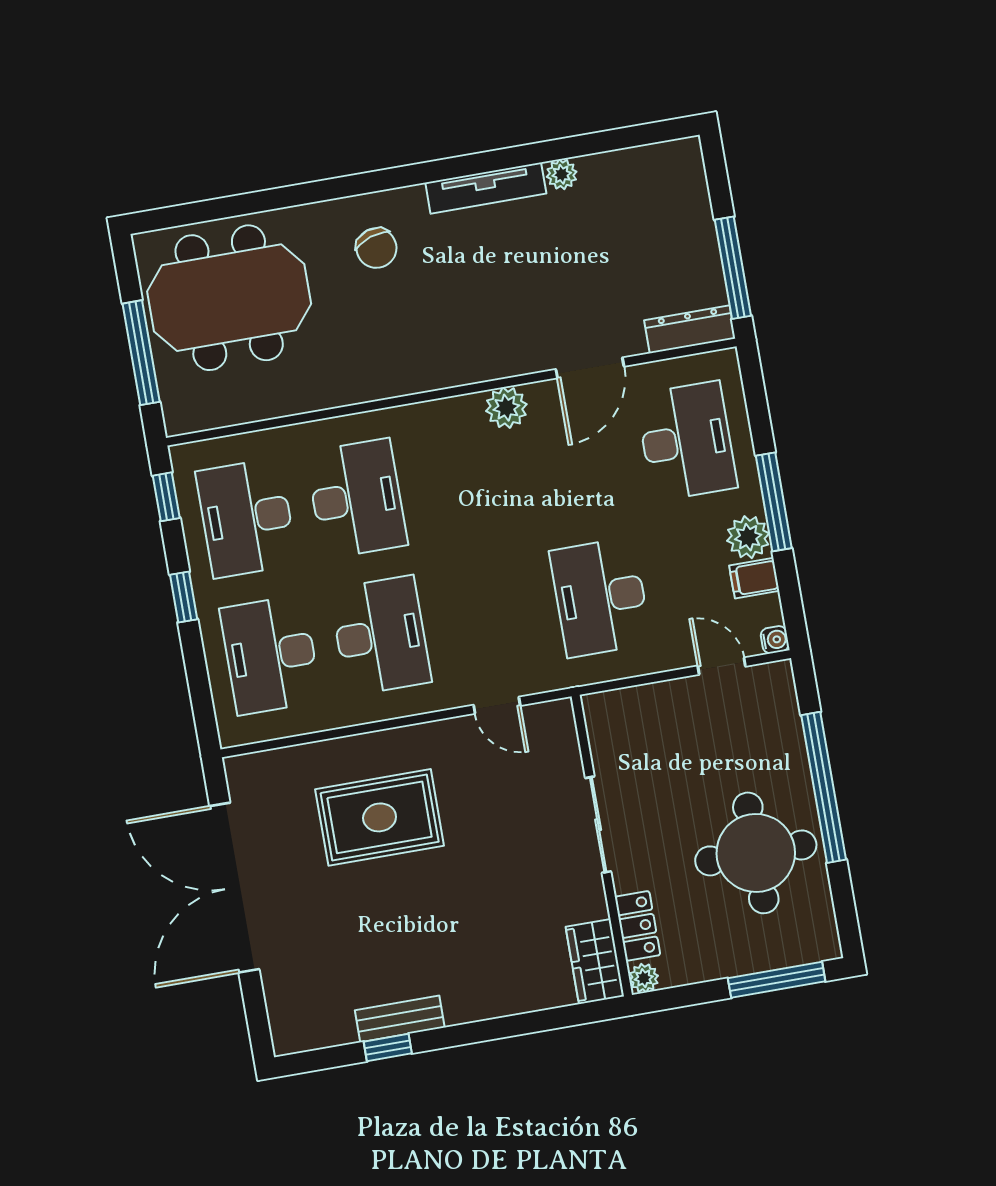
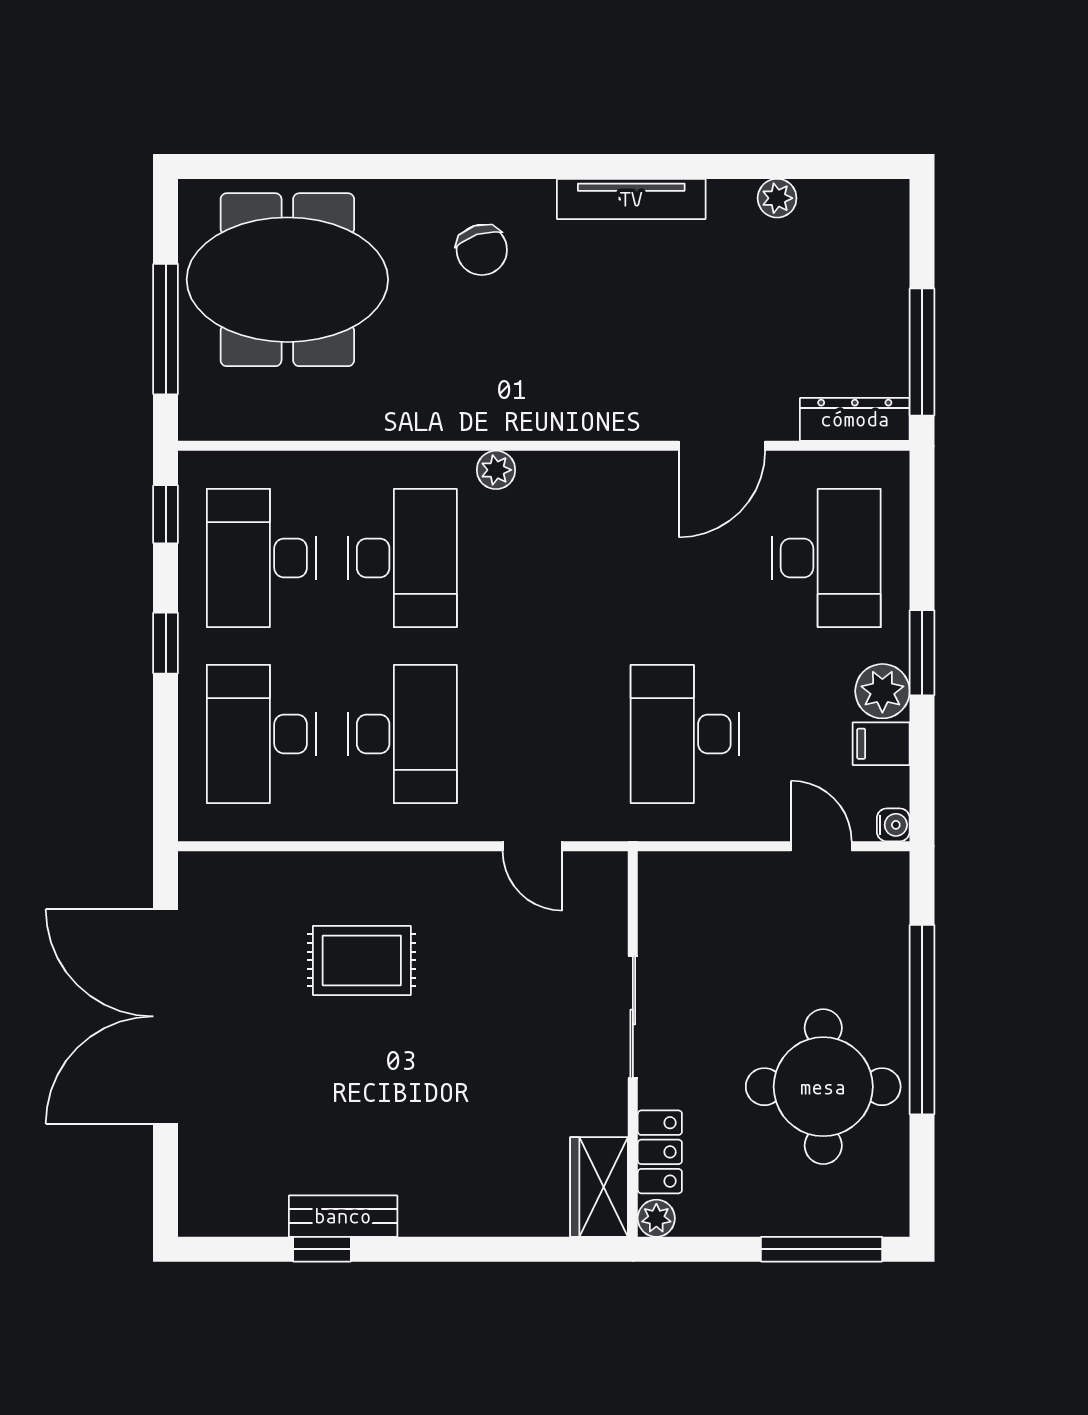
plant: (562, 174) -> (777, 198), moved
plant: (506, 408) -> (496, 470), moved, width x0.73, depth x0.73
window: (774, 502) -> (922, 653), width x0.69
rug: (380, 817) -> (362, 960), width x0.73, depth x0.70

